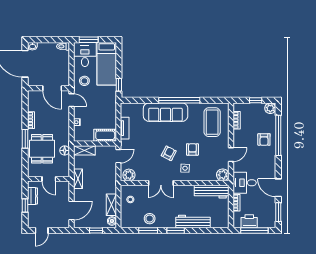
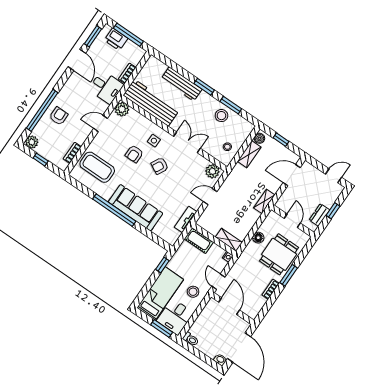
coffee table: (212, 122) -> (97, 167), turned 90
cot: (105, 135) -> (199, 241), moved
wall: (95, 143) -> (214, 239), moved
shelving: (84, 150) -> (229, 240), moved
workbench: (212, 192) -> (151, 103), width x1.36, depth x1.32
printer: (249, 221) -> (116, 39), moved

